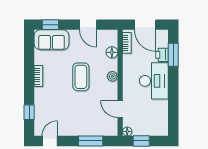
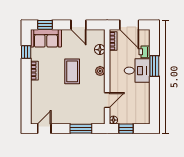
window: (173, 55) -> (154, 66), moved
desk: (154, 81) -> (137, 71), width x0.73
door: (120, 109) -> (107, 100), swing flipped
window: (29, 112) -> (26, 52), moved

